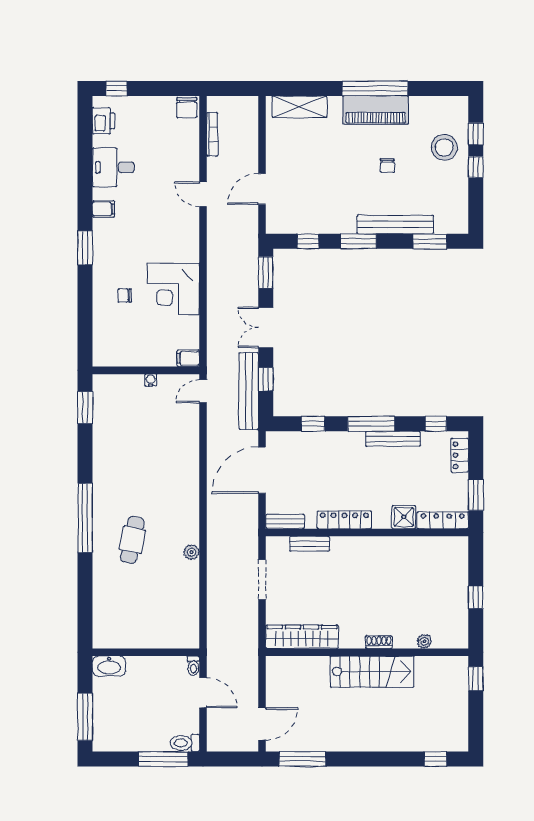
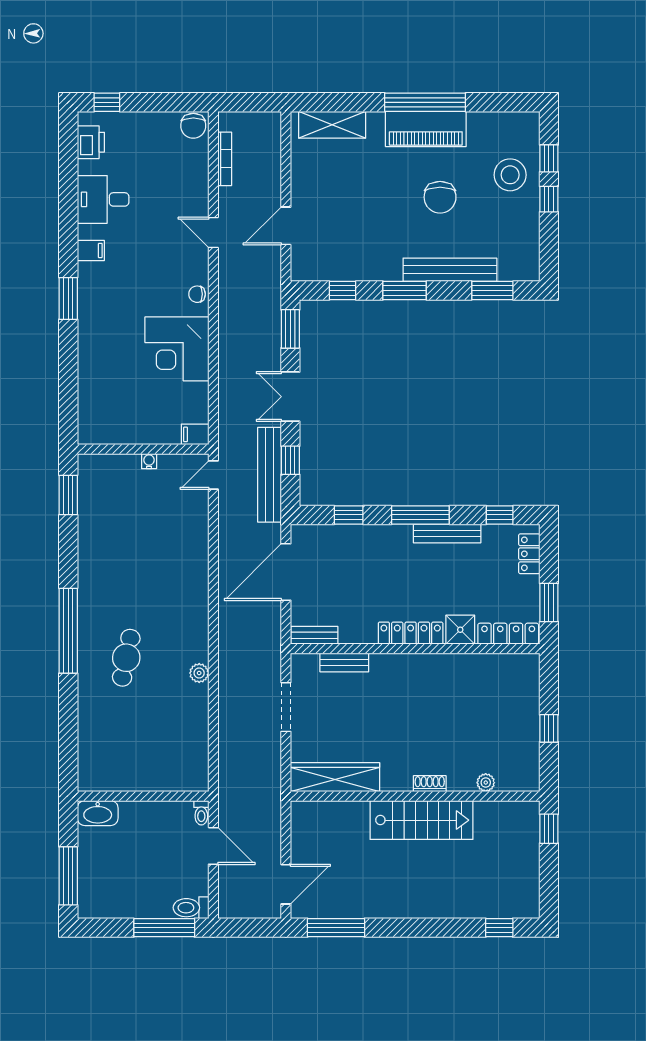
chair: (387, 166) -> (440, 197), width x1.87, depth x1.87
chair: (124, 296) -> (197, 294), moved
locker: (344, 520) -> (411, 633), moved

